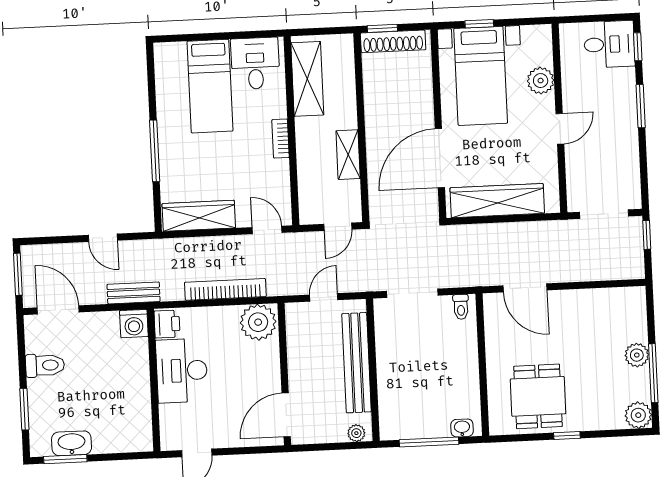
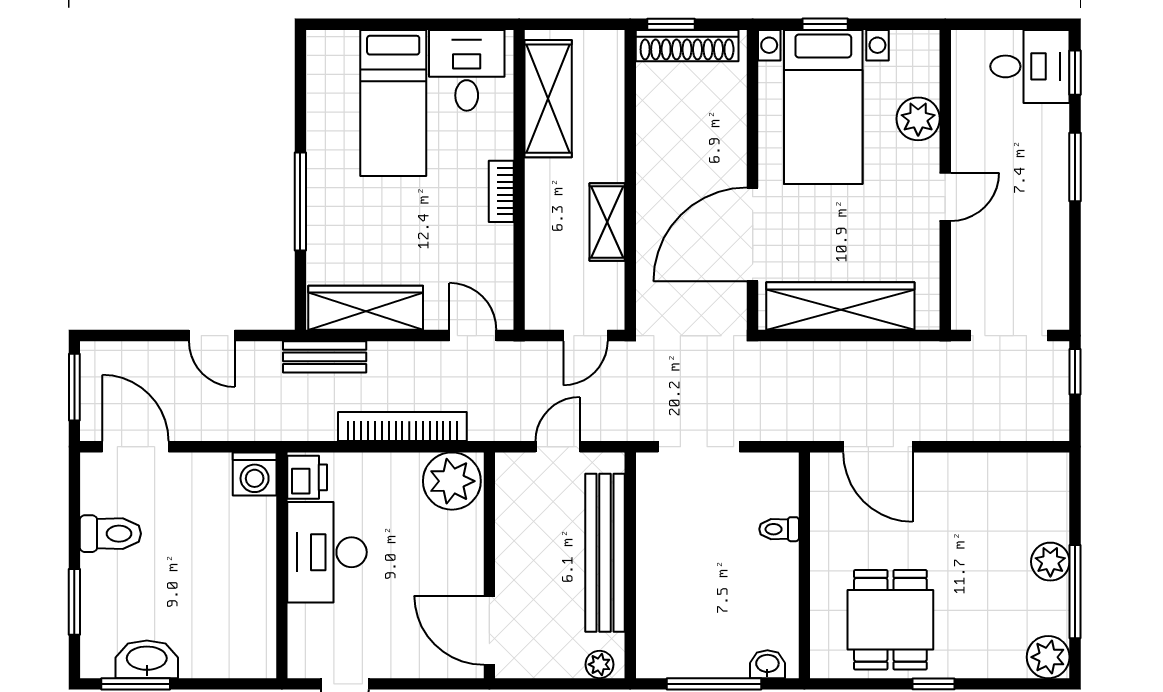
bench: (134, 293) -> (325, 357), moved
toilet: (461, 307) -> (779, 529), moved, turned 90
door: (286, 415) -> (489, 630), hinge flipped

